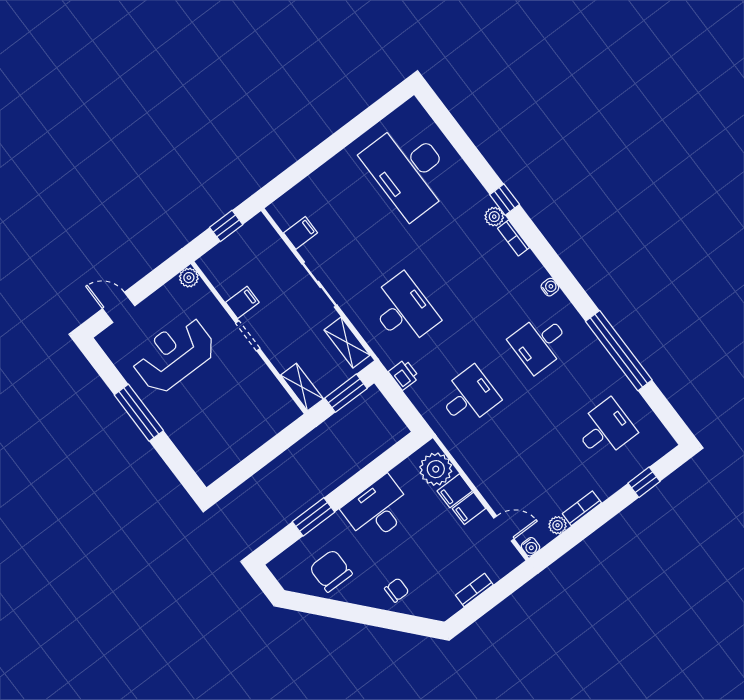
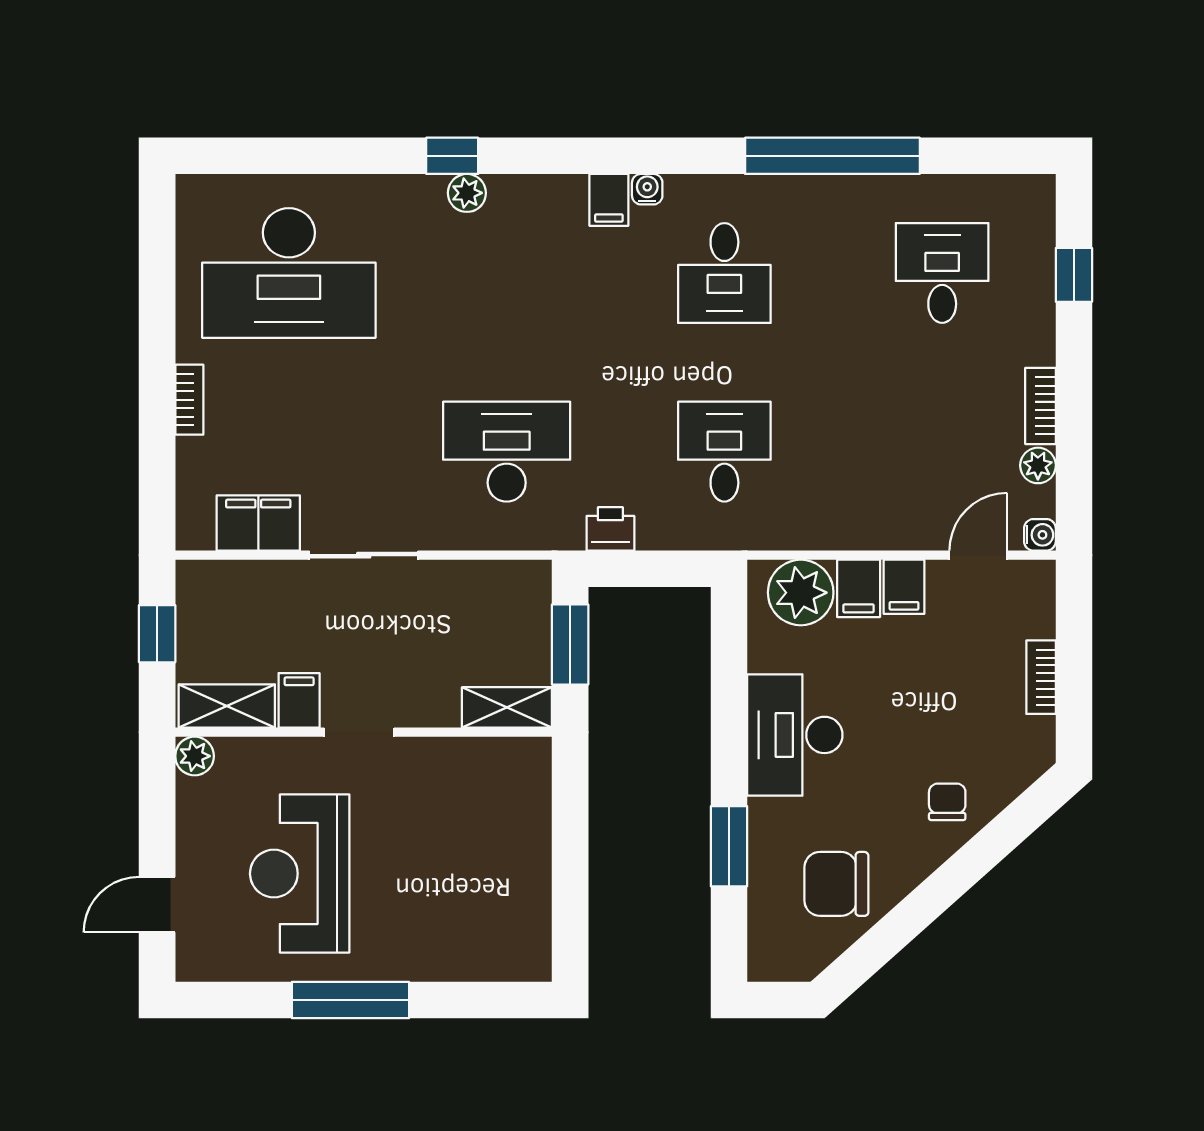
filing cabinet: (301, 233) -> (258, 523), width x2.00
bookcase: (514, 238) -> (189, 400), moved, turned -90
filing cabinet: (534, 275) -> (609, 200), added
shelving: (347, 343) -> (227, 706), moved

